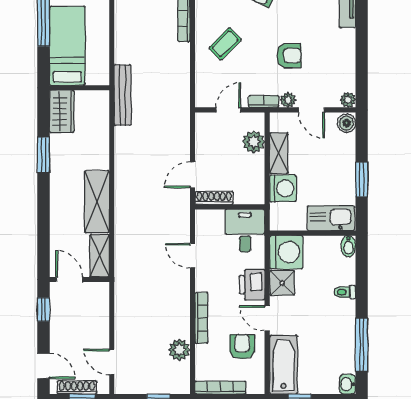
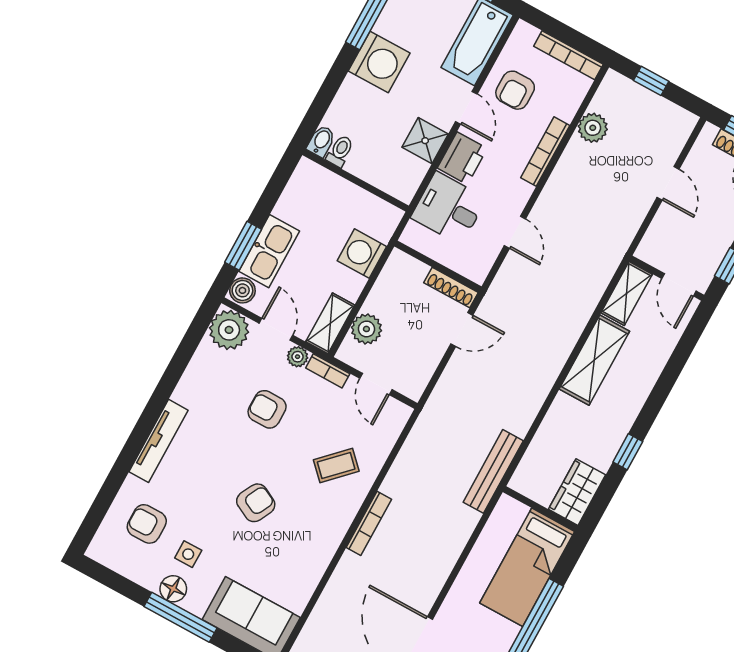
plant: (348, 100) -> (229, 330), width x1.87, depth x1.87
door: (228, 110) -> (376, 384), hinge flipped
shelving: (279, 153) -> (330, 323), moved
window: (43, 155) -> (628, 452), width x0.67
window: (362, 179) -> (243, 246), moved
kitchen sink: (331, 218) -> (269, 251), moved, turned -90
desk: (245, 231) -> (449, 208), moved, turned 90
washing machine: (286, 252) -> (379, 62), moved, turned 180
toilet: (345, 292) -> (340, 151), moved, turned -90
door: (112, 362) -> (668, 183), moved

